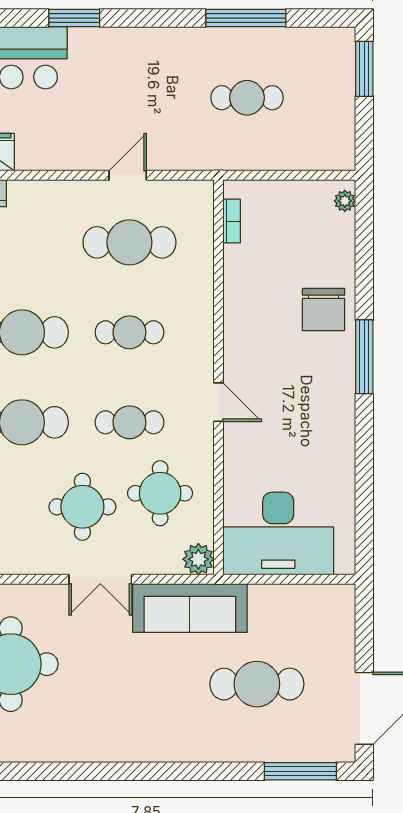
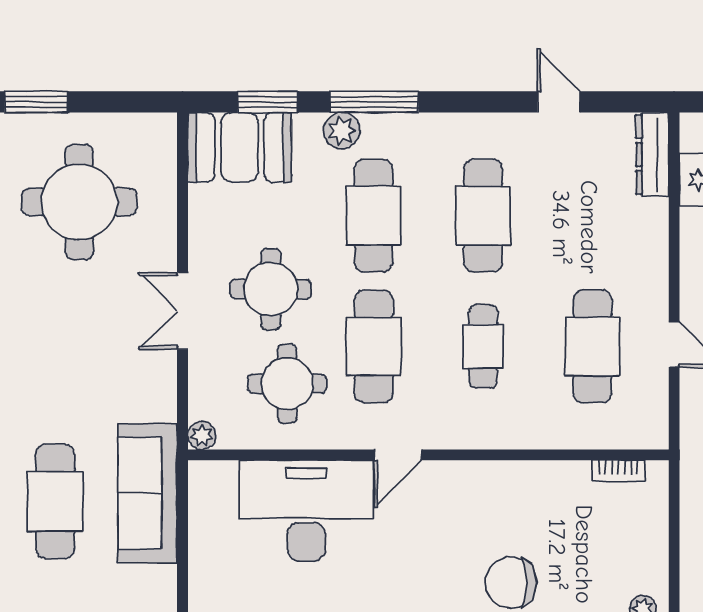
cafe table: (129, 422) -> (374, 346), width x1.37, depth x1.35
desk: (278, 534) -> (306, 510), moved, turned 90
plant: (198, 559) -> (202, 436), width x0.73, depth x0.73
sofa: (190, 608) -> (148, 493), moved

